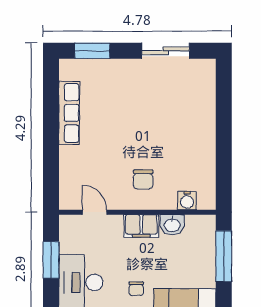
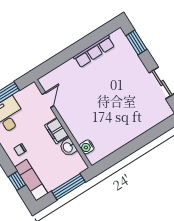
chair: (143, 179) -> (83, 115), removed

